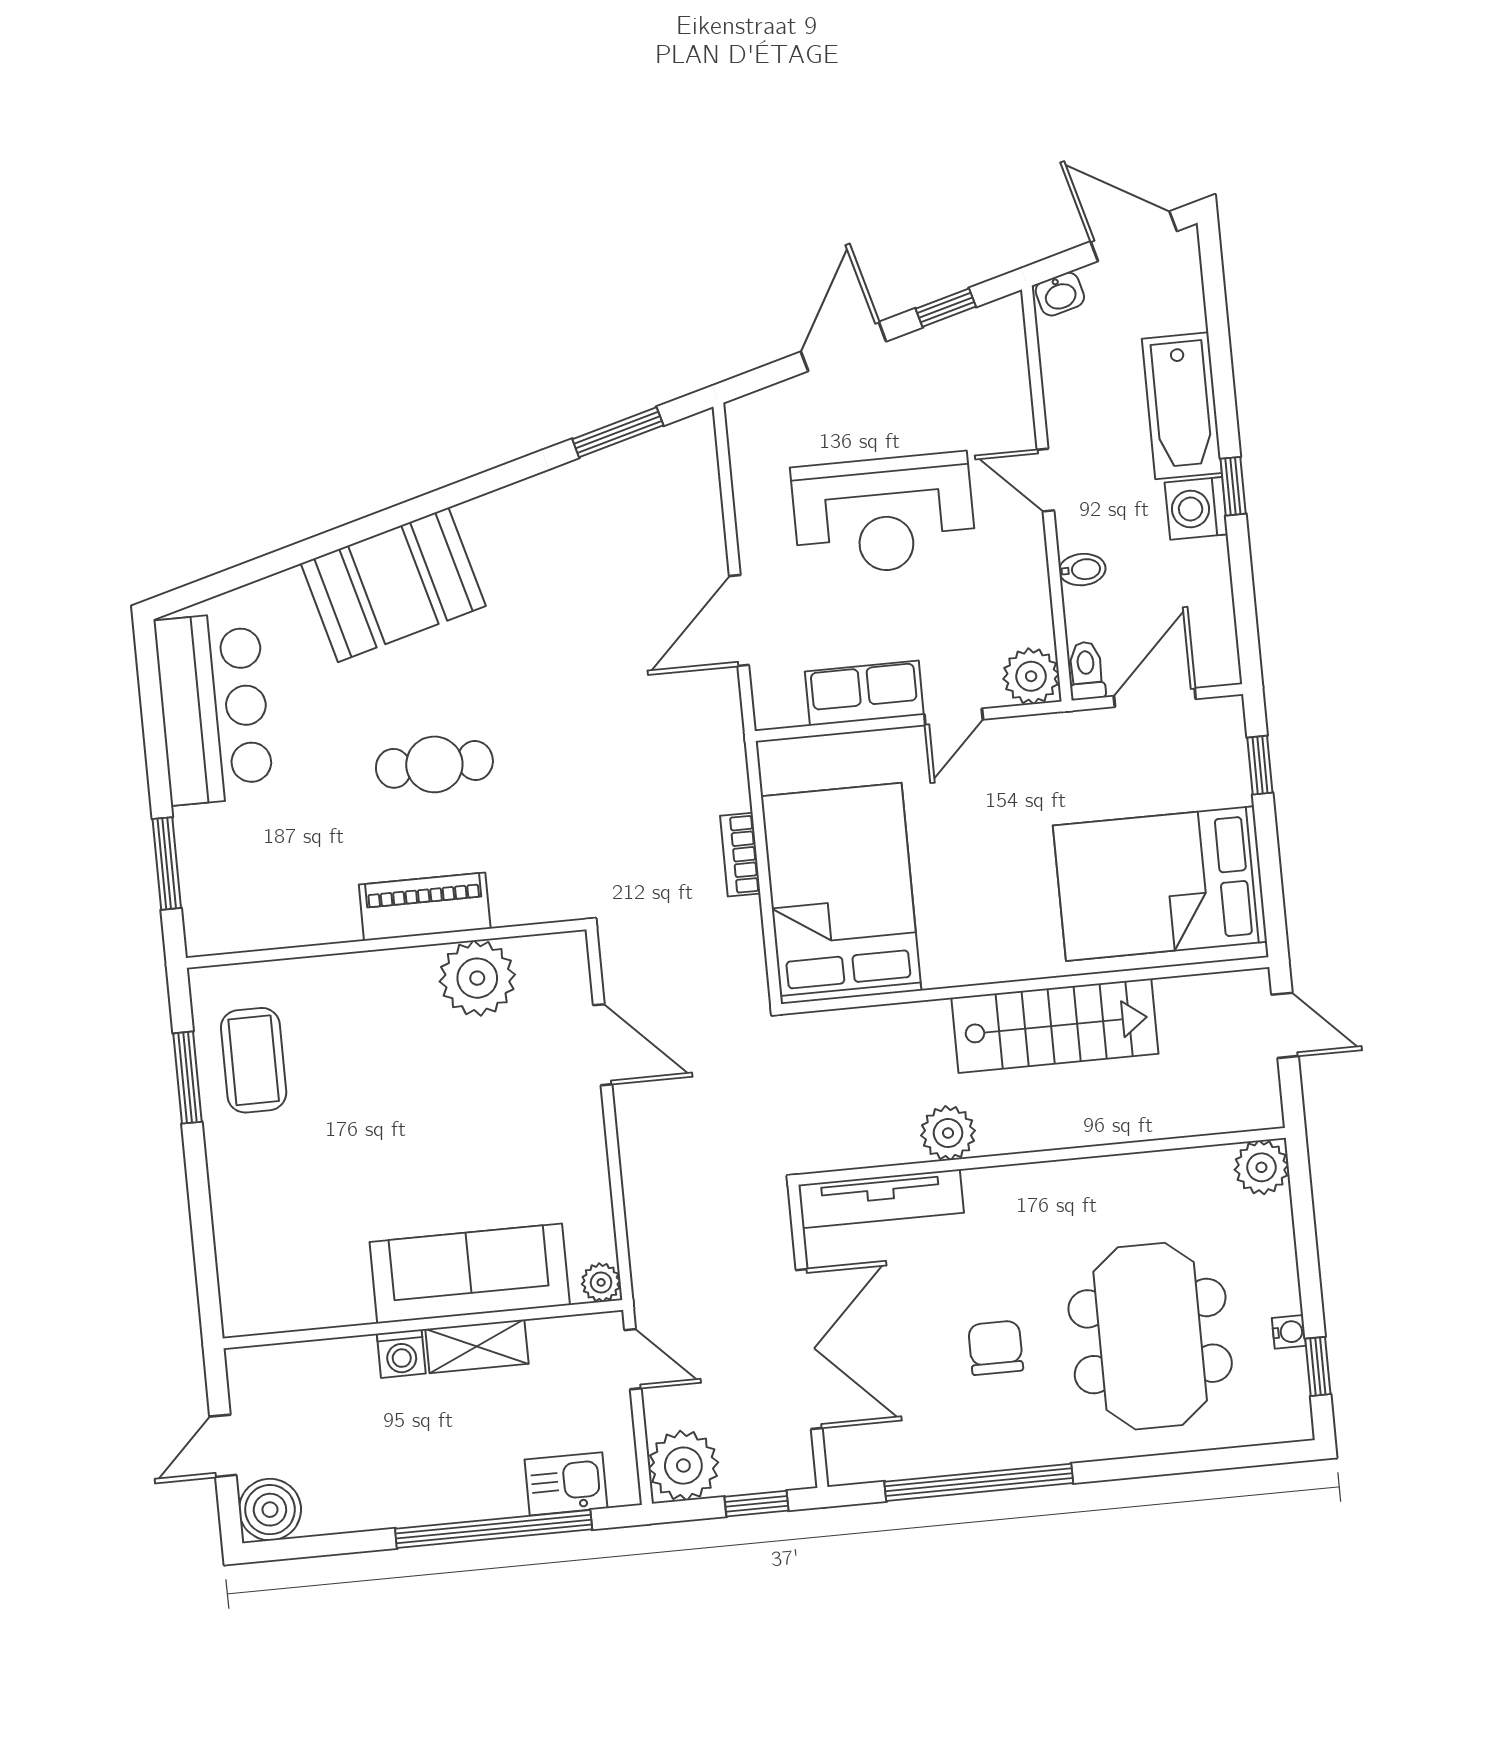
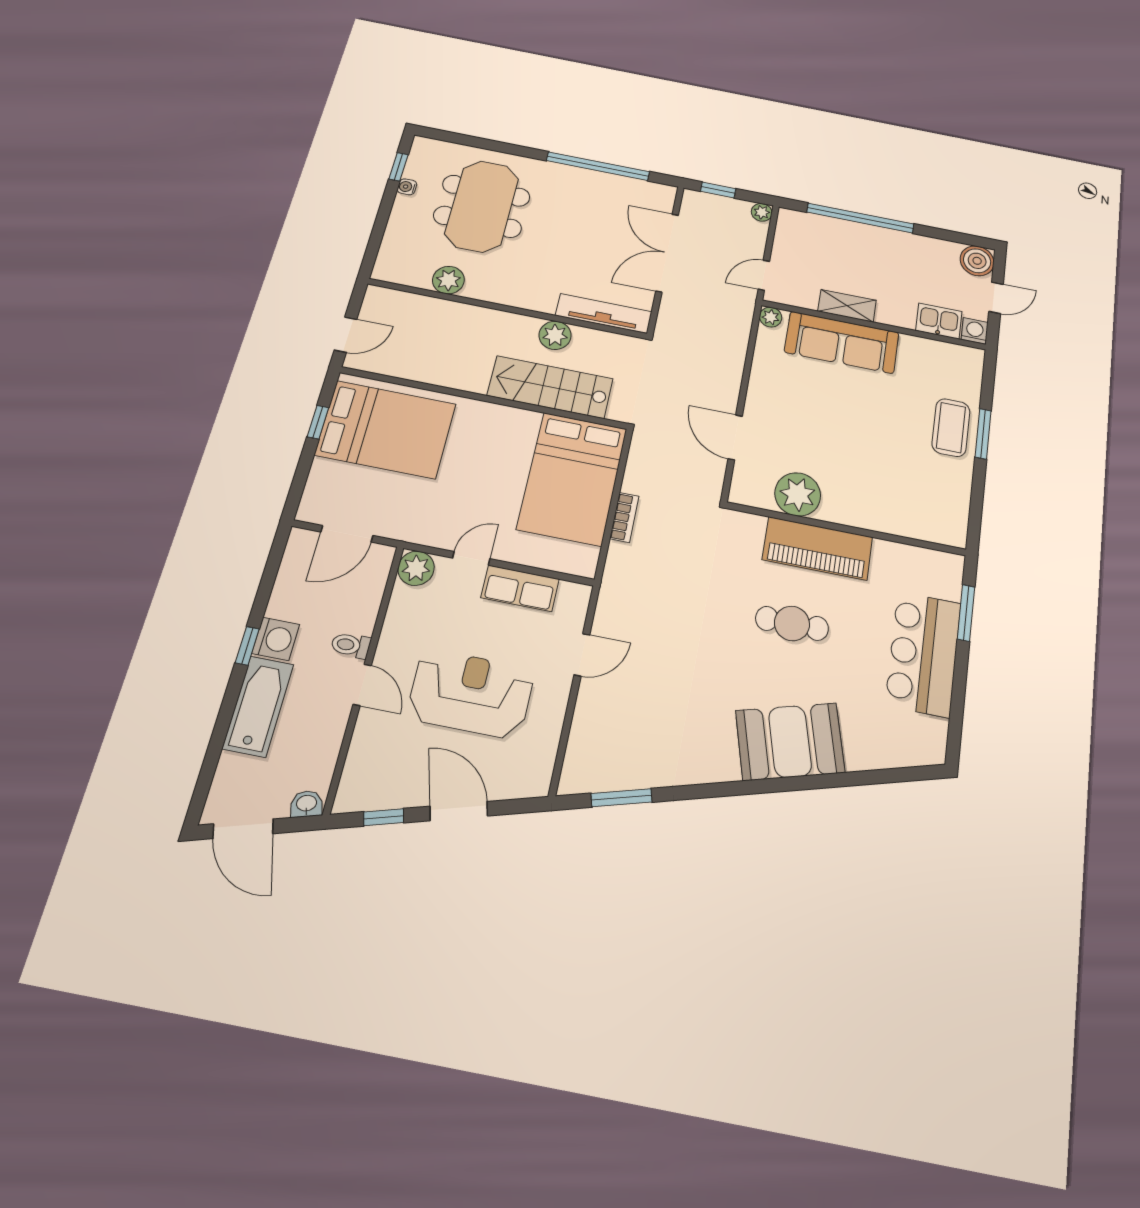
door: (844, 346) -> (459, 811), swing flipped
bidet: (1082, 570) -> (361, 623), removed
door: (739, 620) -> (582, 655), width x0.73
toilet: (1086, 671) -> (351, 645), moved, turned 90
bar counter: (214, 708) -> (923, 654), moved
window: (1260, 765) -> (318, 422), moved
piano: (425, 907) -> (818, 548), width x1.37, depth x1.33
door: (1285, 1025) -> (346, 335), swing flipped
stairs: (1055, 1026) -> (550, 387), moved
coffee table: (254, 1060) -> (951, 428), moved
window: (187, 1078) -> (983, 434), moved
plant: (1261, 1167) -> (448, 280), moved
chair: (996, 1348) -> (567, 225), removed
washing machine: (401, 1354) -> (975, 331), moved
door: (633, 1359) -> (764, 275), hinge flipped
plant: (683, 1466) -> (762, 212), width x0.53, depth x0.53
kitchen sink: (566, 1484) -> (939, 321), moved, turned 180

